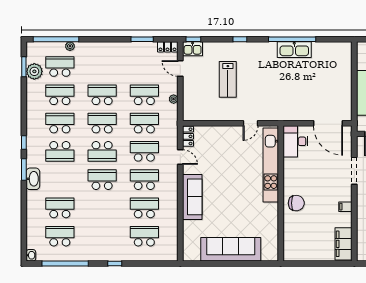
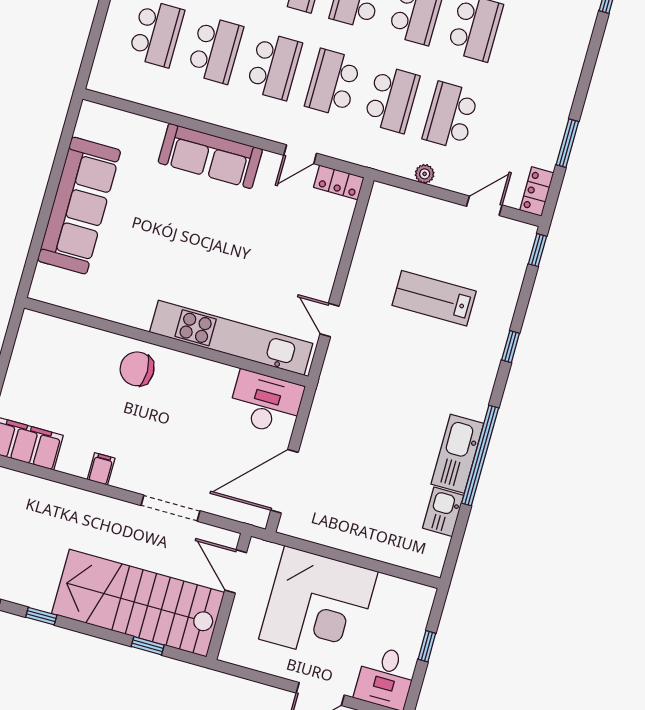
kitchen sink: (193, 49) -> (443, 512), moved
school desk: (144, 95) -> (451, 116), turned 180
school desk: (144, 151) -> (333, 83), turned 180
chair: (296, 203) -> (137, 369), turned 90

